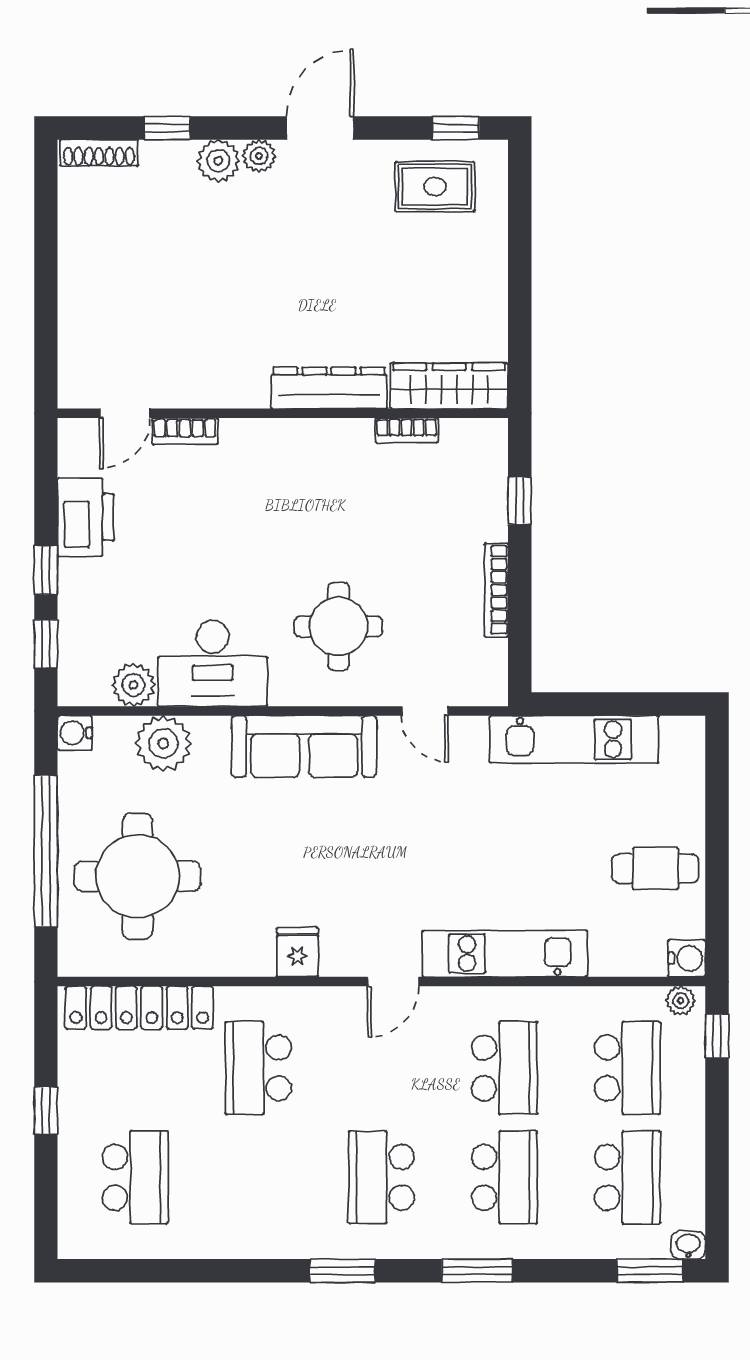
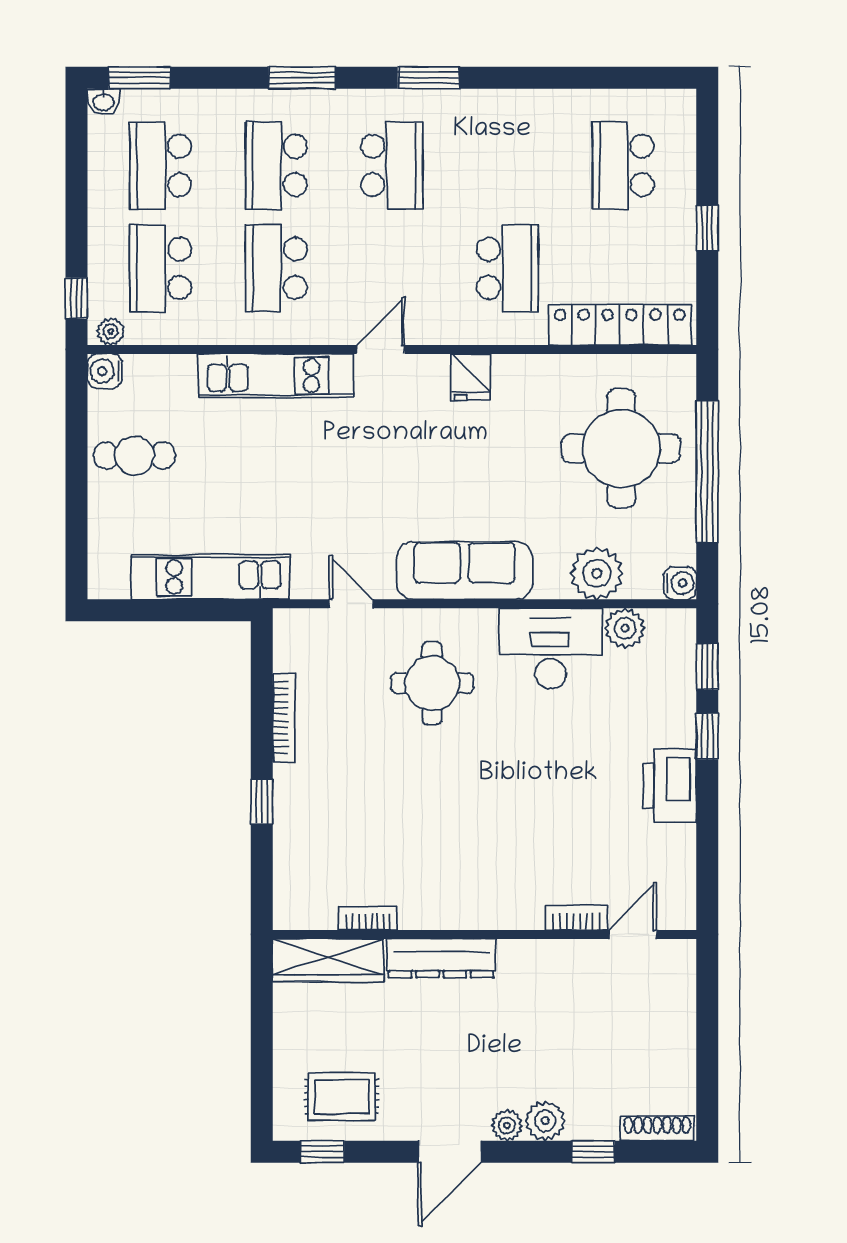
wardrobe: (449, 386) -> (328, 960), moved
dresser: (329, 388) -> (441, 958), moved
door: (125, 413) -> (633, 934), moved
wall: (283, 413) -> (485, 934), moved
bookcase: (407, 430) -> (368, 918), moved
bookcase: (185, 431) -> (576, 918), moved

